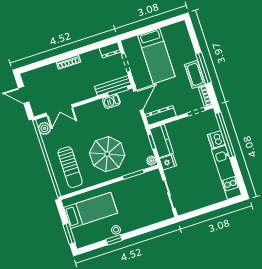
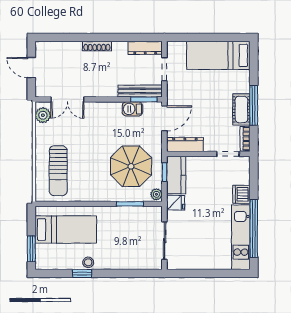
dresser: (110, 50) -> (145, 48), width x1.44
bed: (156, 56) -> (218, 55), moved, turned 90
window: (225, 135) -> (254, 228), moved
parasol: (107, 154) -> (131, 166), moved

